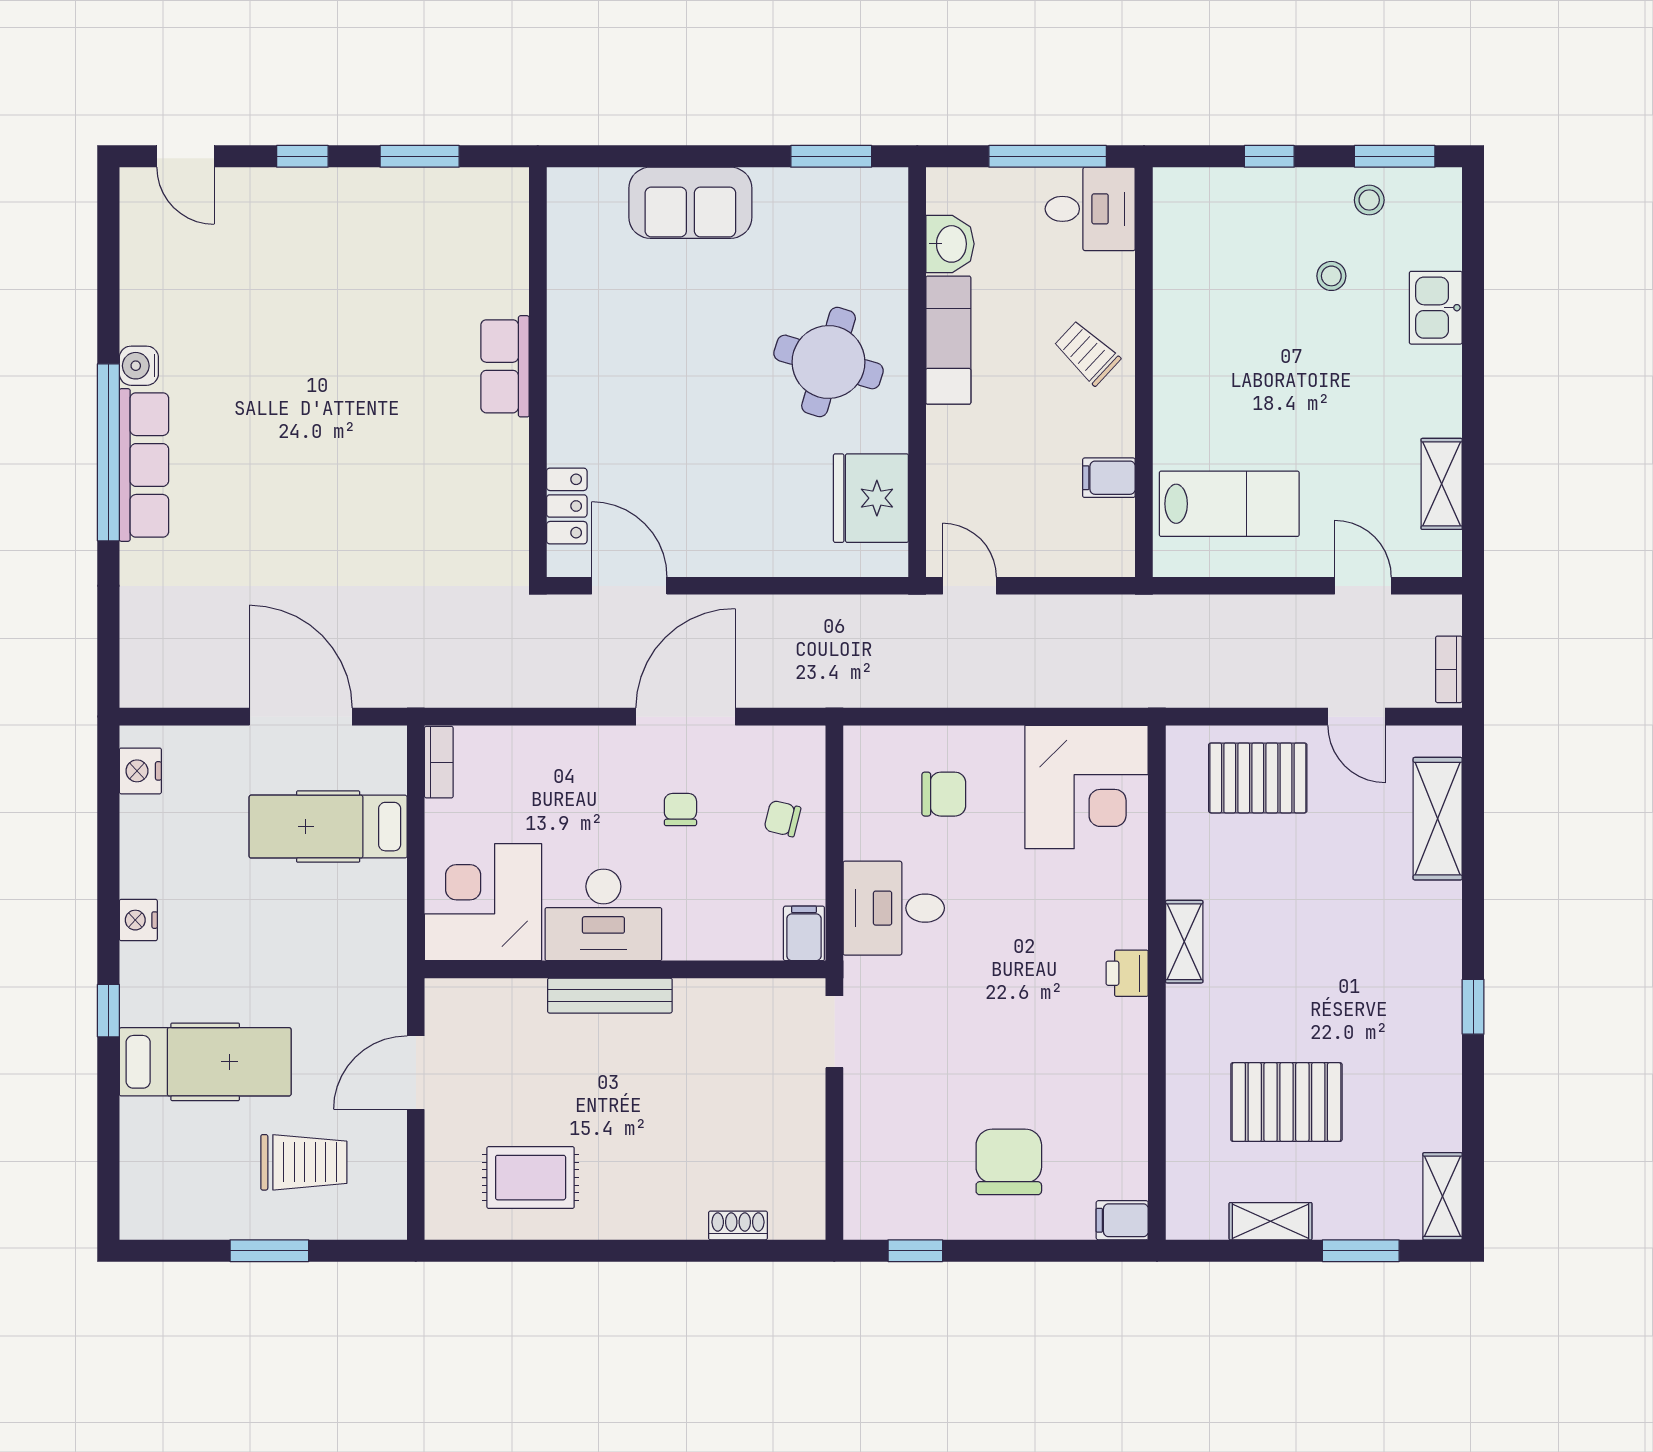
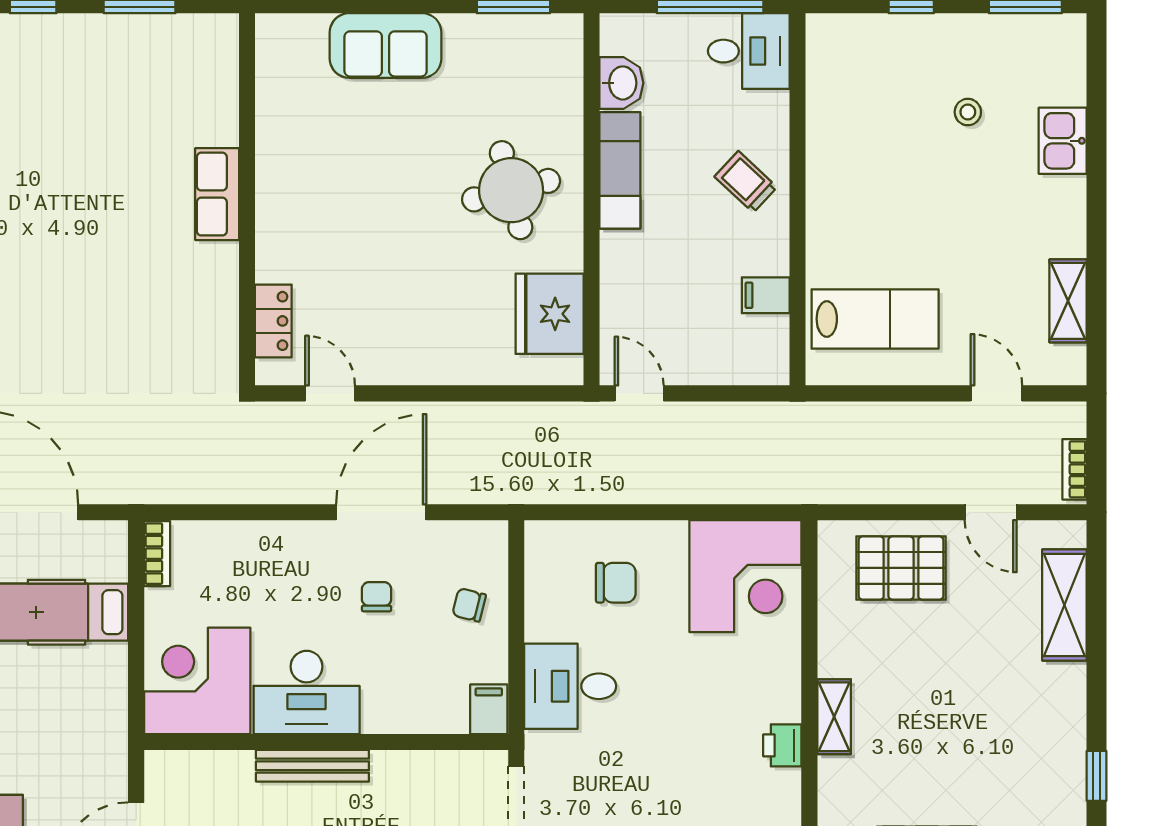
stool: (1369, 200) -> (1002, 43), removed
round table: (829, 362) -> (511, 190), turned -31
door: (629, 586) -> (330, 393), width x0.73

